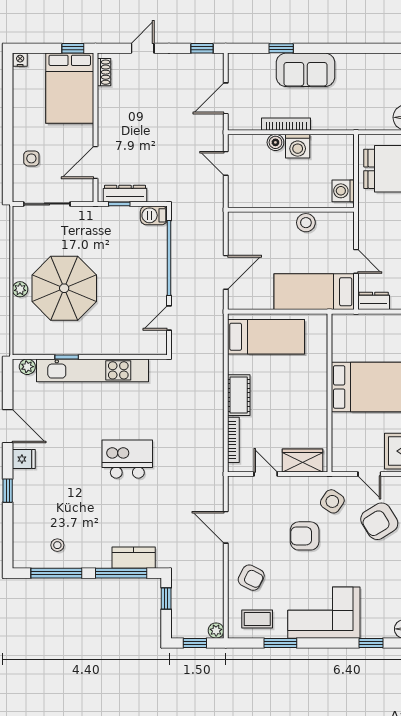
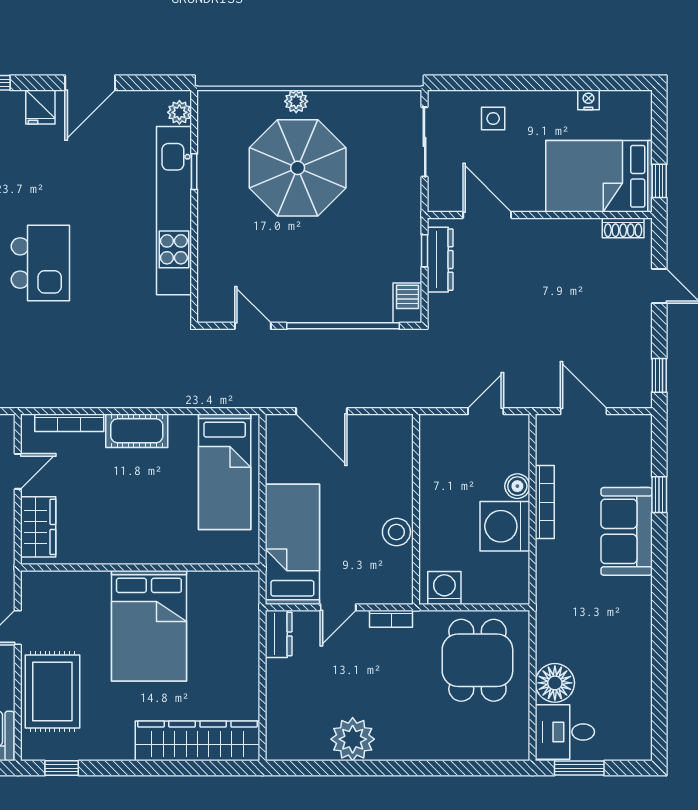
nightstand: (20, 60) -> (588, 100), moved, turned -90
washing machine: (298, 146) -> (505, 526), width x1.37, depth x1.37
bookcase: (364, 226) -> (391, 619), added

